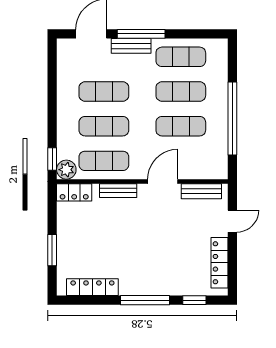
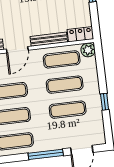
bench: (131, 46) -> (52, 145), removed
window: (52, 159) -> (105, 102), moved
bench: (118, 191) -> (49, 39), width x1.36

